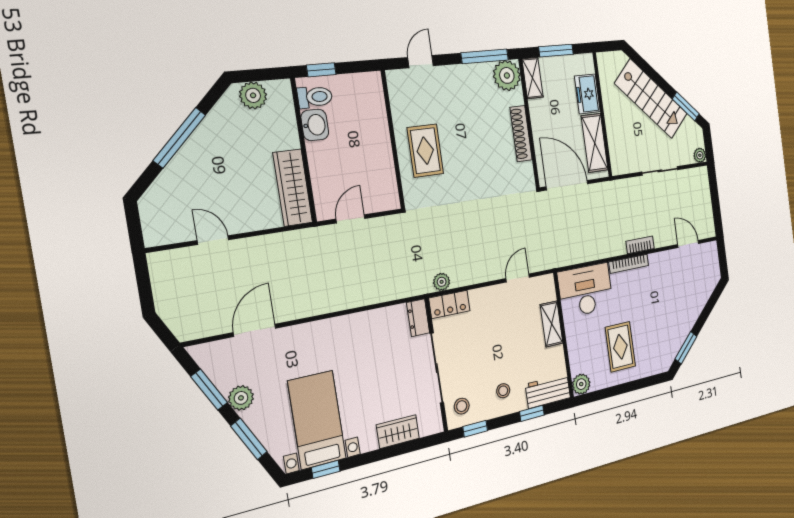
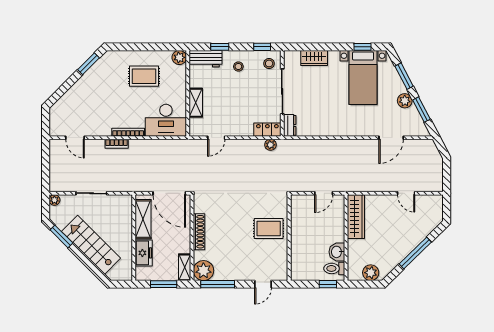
rug: (425, 151) -> (269, 228), turned 90
rug: (620, 347) -> (144, 76), turned 90

